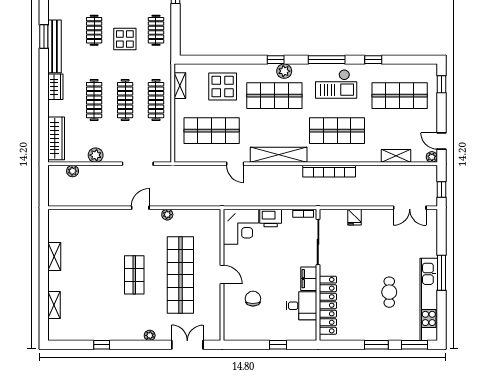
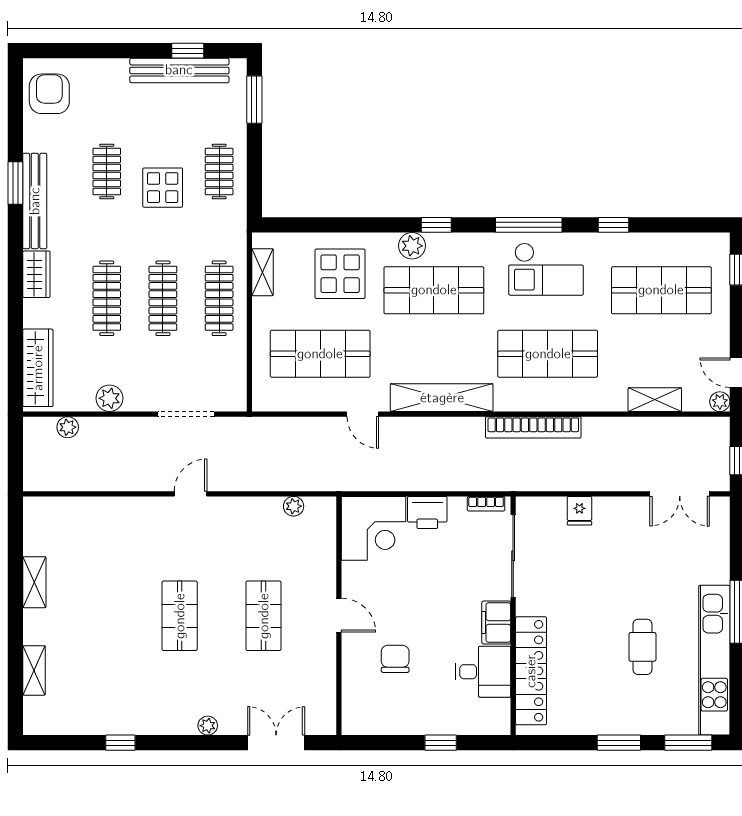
plant: (284, 71) -> (412, 246), moved
plant: (167, 215) -> (294, 506), moved
shop shelf: (180, 275) -> (264, 616), width x0.50, depth x0.74

